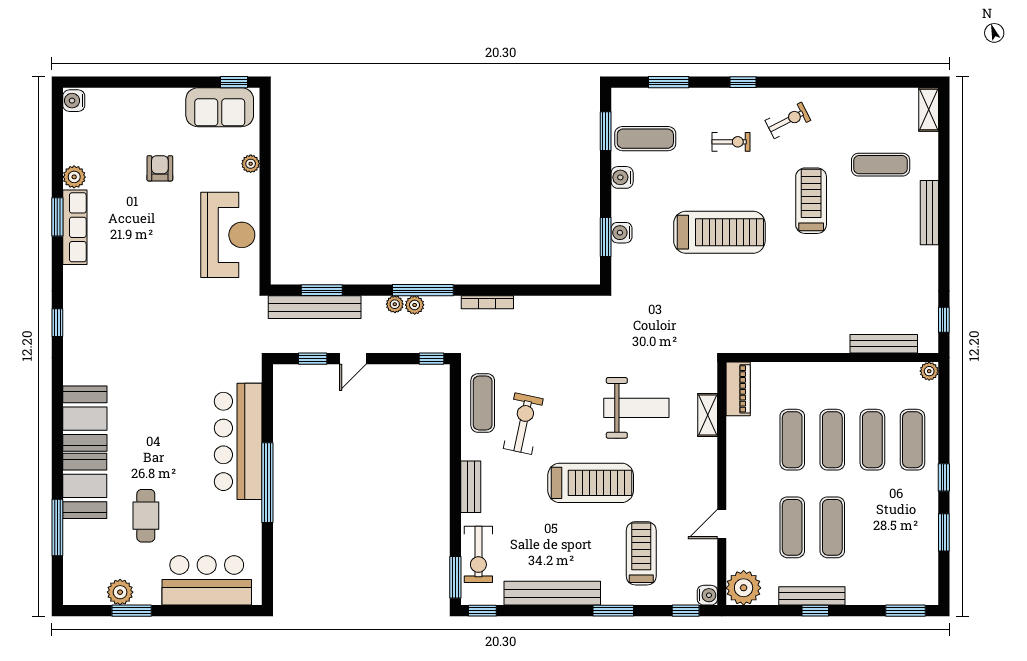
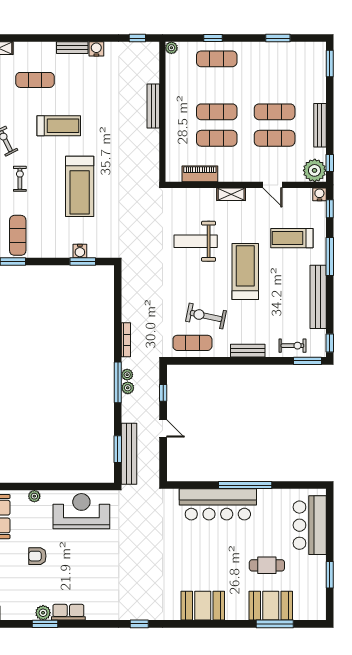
exercise mat: (881, 165) -> (35, 80), turned 90
water cooler: (622, 177) -> (96, 49), moved, turned 180
treadmill: (811, 201) -> (59, 126), turned 180
bench: (929, 213) -> (72, 48), width x0.73
window: (57, 217) -> (45, 624), moved
row of seats: (75, 227) -> (68, 612), width x0.68
treadmill: (719, 232) -> (80, 186), turned 180
plant: (395, 304) -> (127, 375), moved
bench: (884, 344) -> (153, 106), moved
window: (313, 359) -> (163, 455), removed
window: (432, 359) -> (163, 393), moved
piano: (738, 389) -> (200, 174), moved
weight bench: (636, 408) -> (196, 241), turned -90
shelving: (708, 415) -> (231, 194), moved
exercise mat: (872, 440) -> (217, 85), removed
window: (944, 477) -> (213, 38), moved
booth: (85, 486) -> (271, 606), moved
exercise bike: (478, 554) -> (292, 346), width x0.73, depth x0.72
plant: (120, 592) -> (317, 582), removed
window: (613, 611) -> (330, 257), width x1.44
window: (815, 611) -> (330, 163), moved

